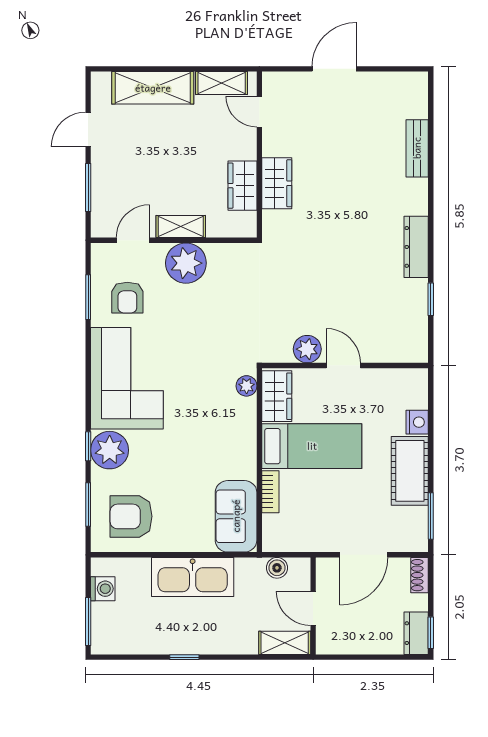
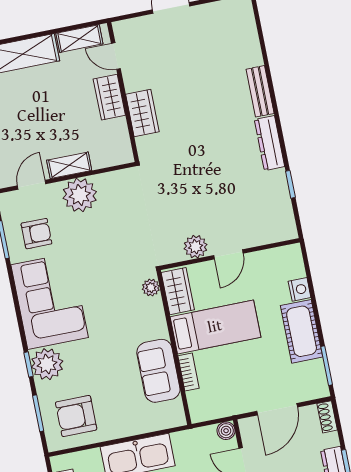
bench: (417, 148) -> (260, 91), moved
wardrobe: (243, 186) -> (109, 97), moved
armchair: (127, 298) -> (36, 234), turned -90
door: (343, 366) -> (228, 254), swing flipped
sofa: (236, 516) -> (158, 371), moved
boiler: (277, 568) -> (226, 431), moved

